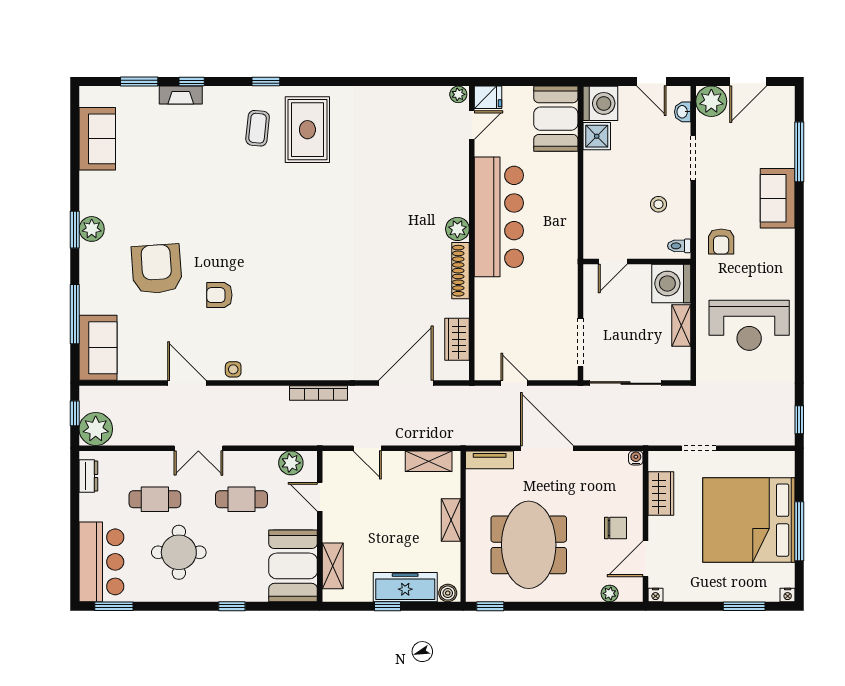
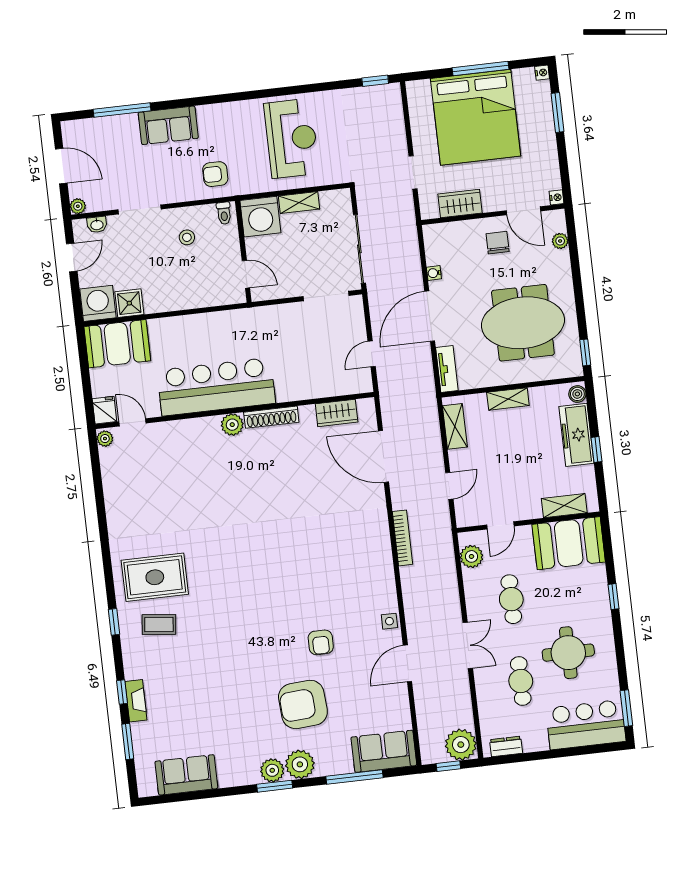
plant: (711, 101) -> (78, 206), width x0.53, depth x0.53
armchair: (721, 242) -> (215, 174), turned 180
plant: (95, 259) -> (300, 764), added
water cooler: (636, 458) -> (434, 273), moved

